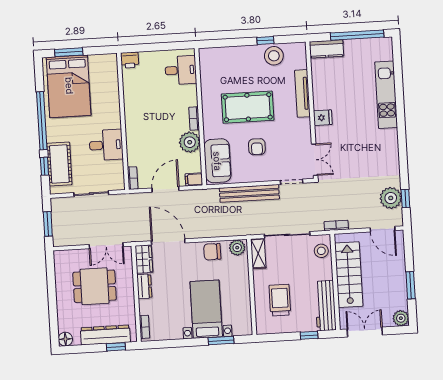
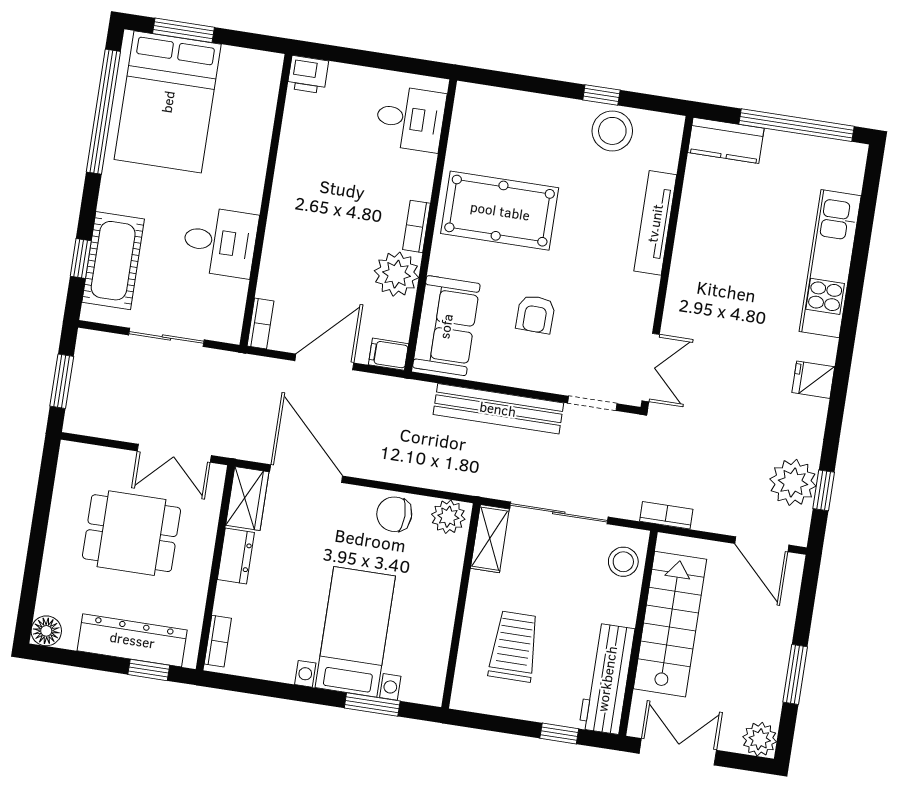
pool table: (248, 107) -> (500, 211), moved
fridge: (323, 118) -> (813, 380), moved, turned 180
window: (42, 121) -> (103, 112), moved

